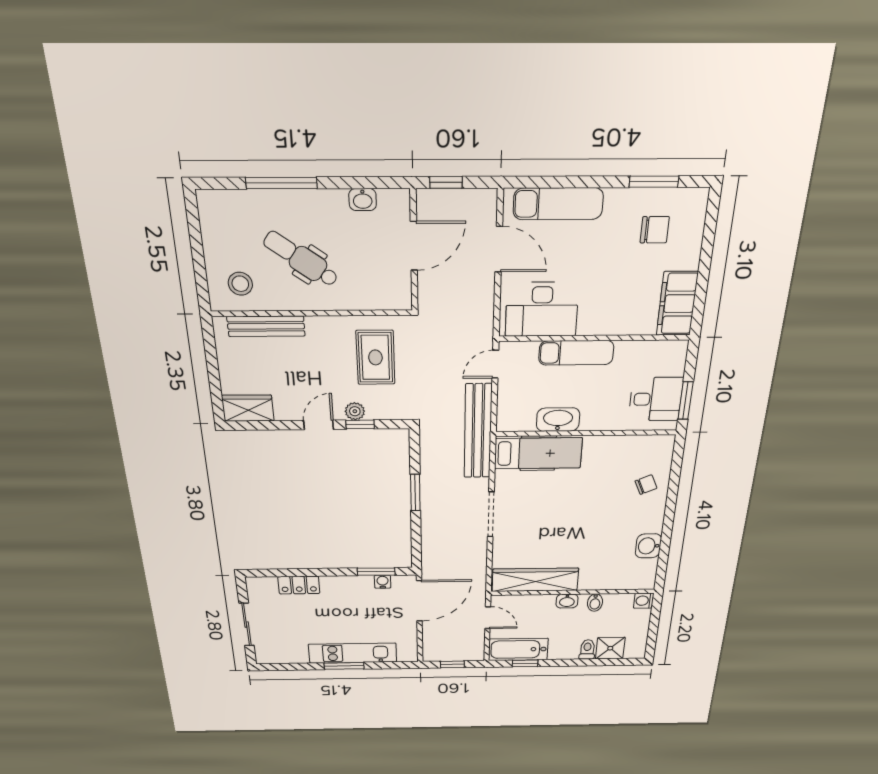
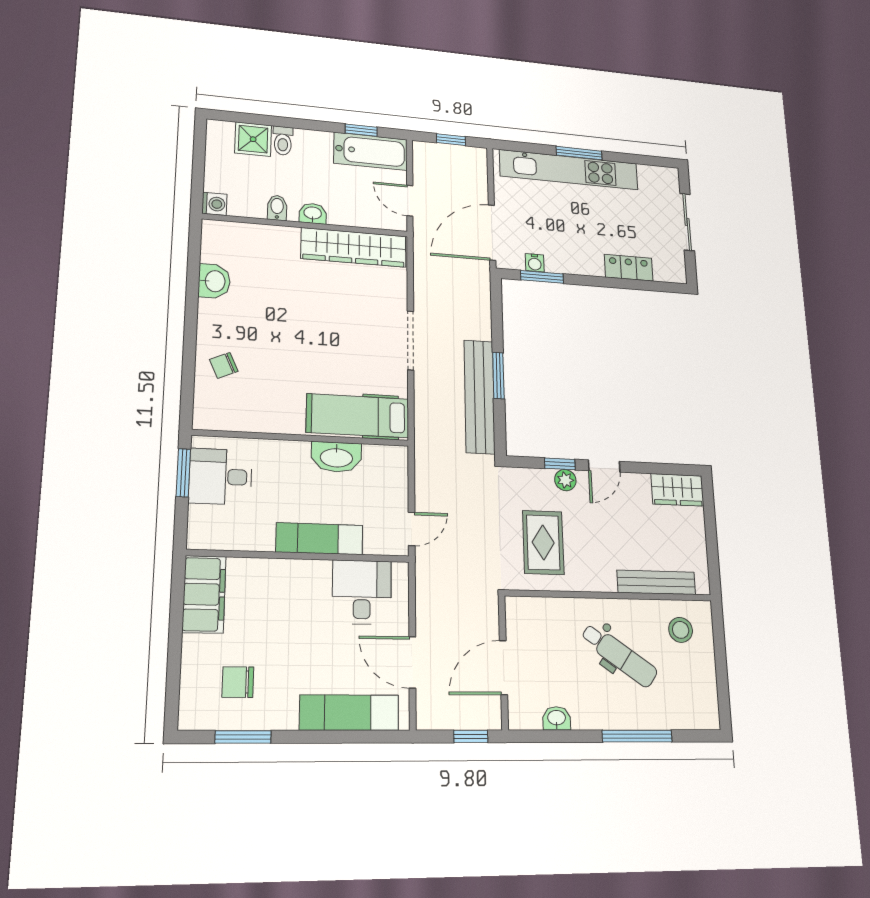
desk: (542, 309) -> (362, 592), width x0.73
bench: (478, 431) -> (479, 397), moved
kitchen unit: (353, 653) -> (569, 170), width x1.36

